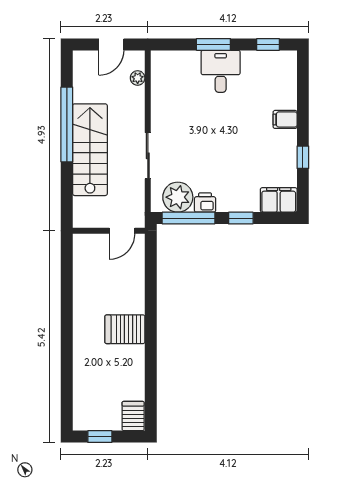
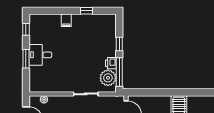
filing cabinet: (279, 200) -> (109, 24), removed

